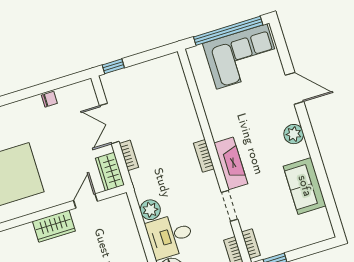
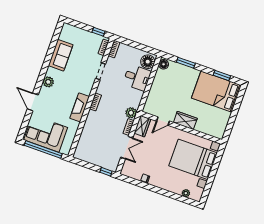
fireplace: (231, 163) -> (80, 107), moved
plant: (150, 210) -> (131, 113), moved

